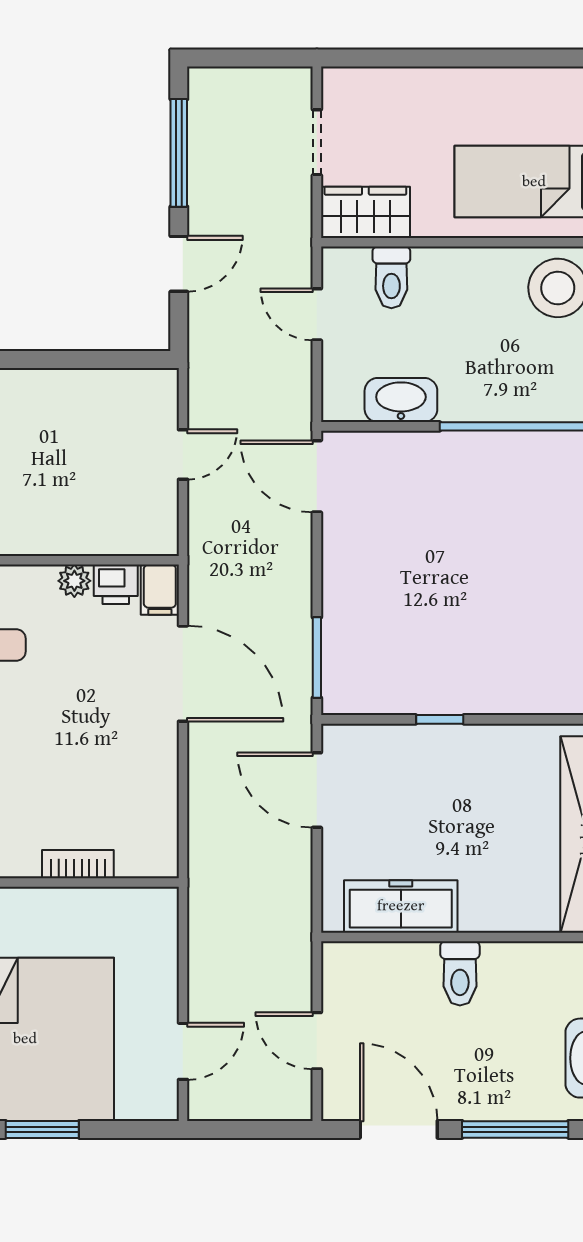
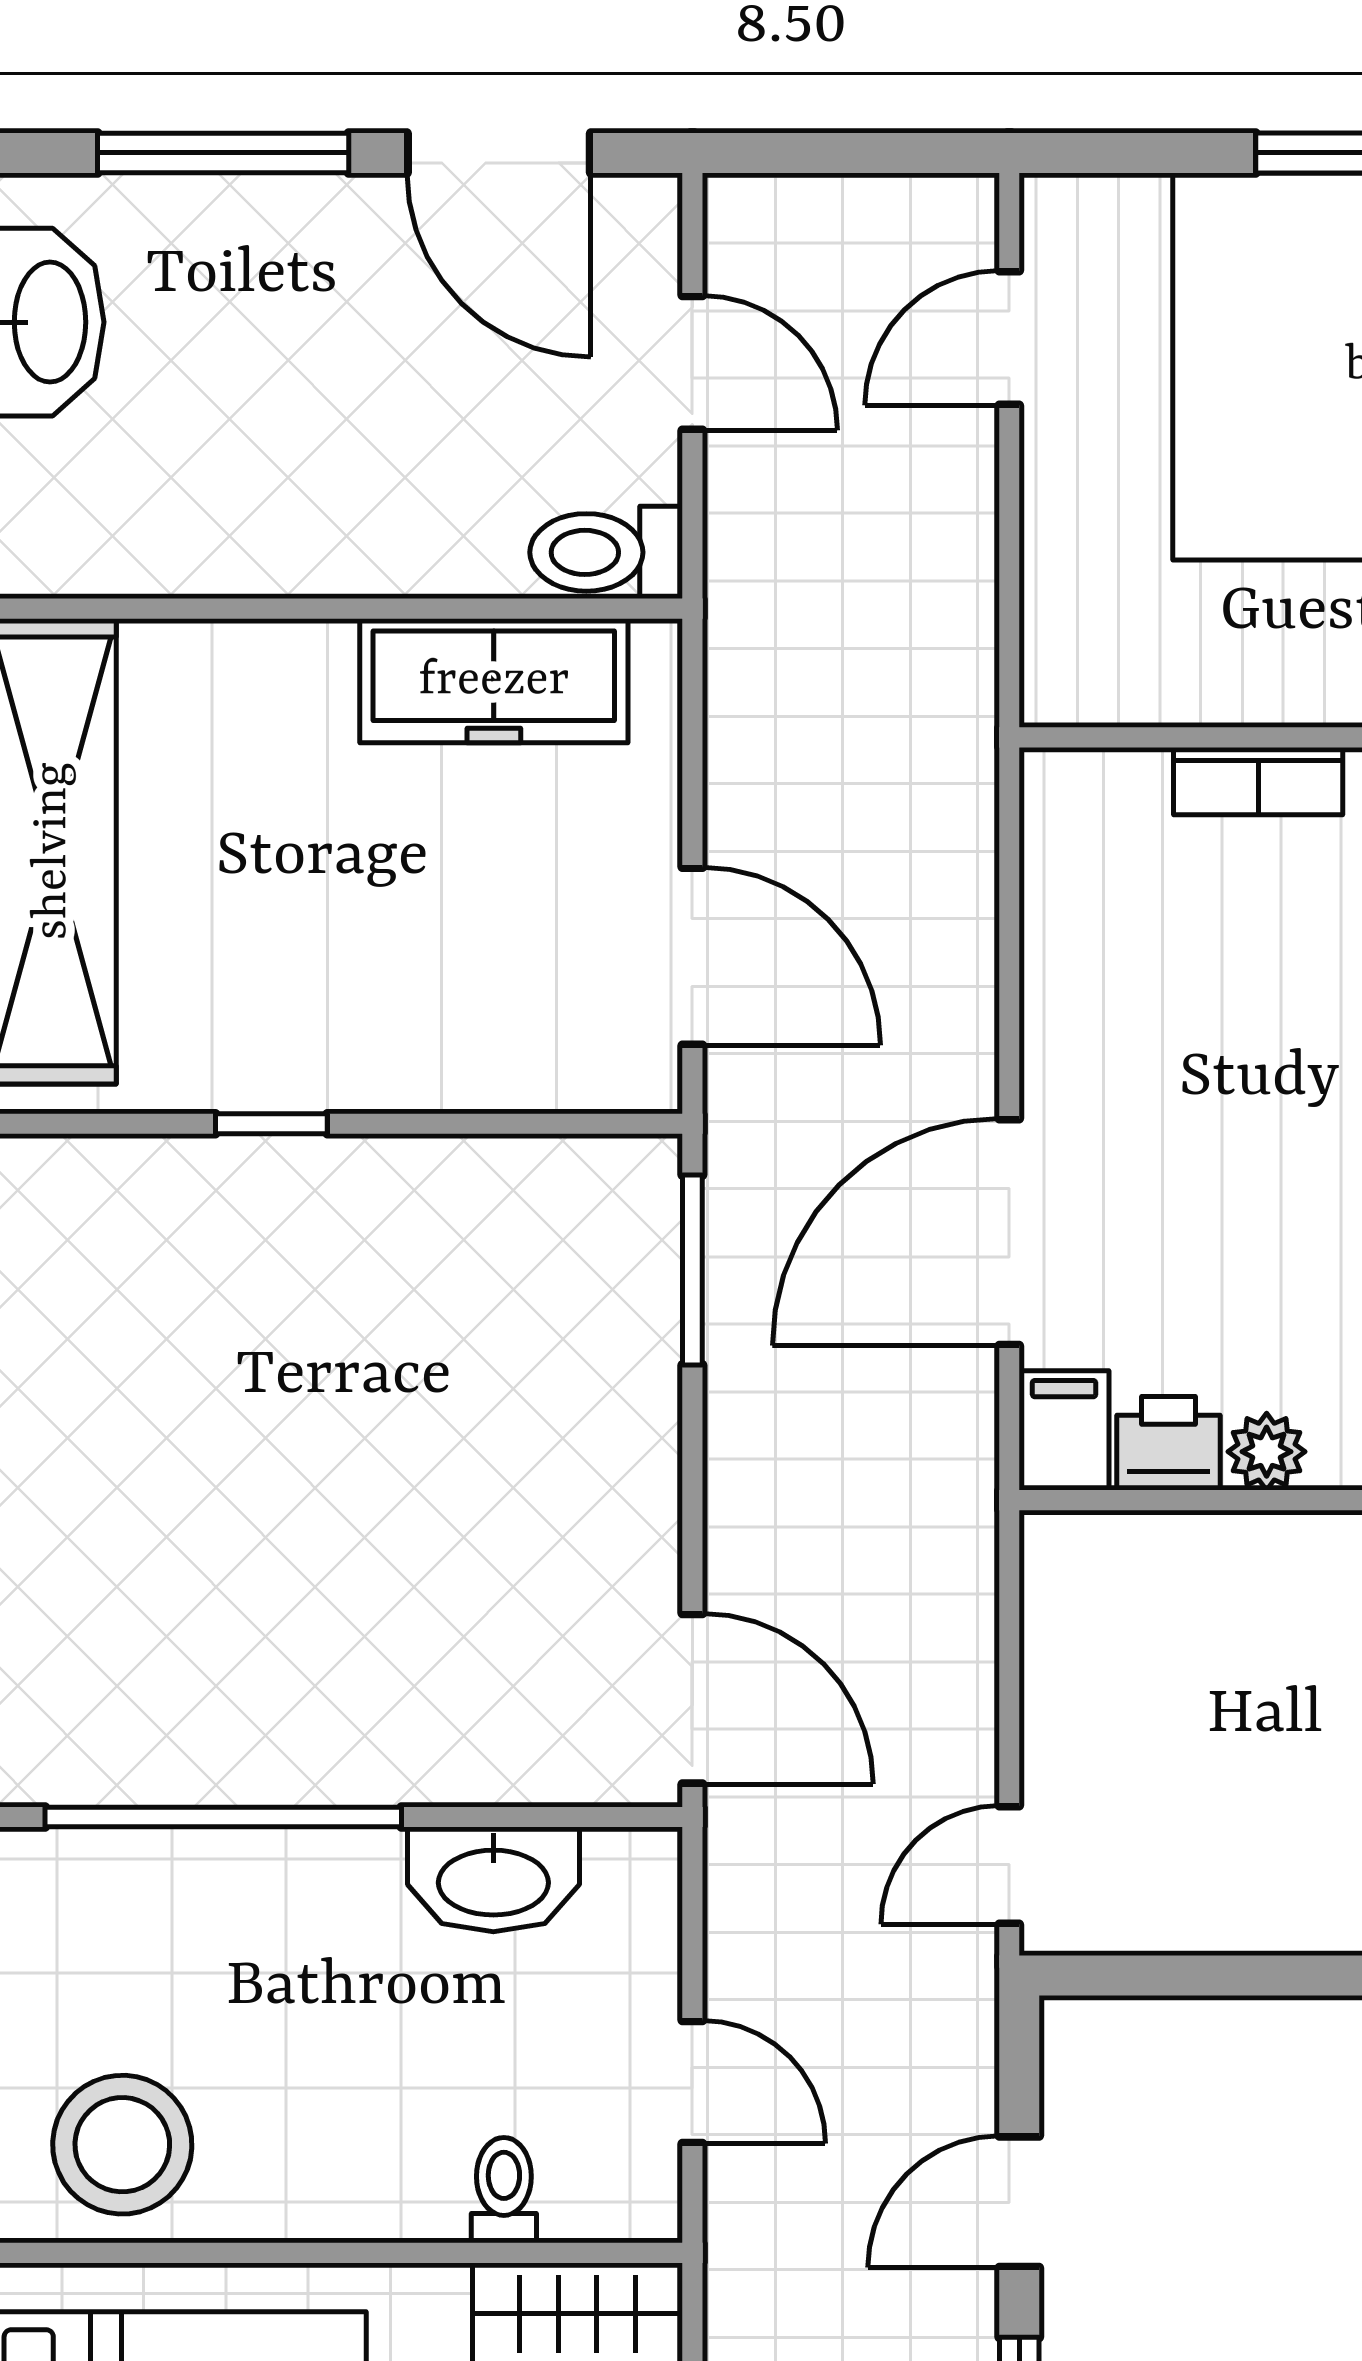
toilet: (391, 277) -> (504, 2190), width x0.73, depth x0.72
door: (183, 455) -> (1009, 1865), moved
door: (183, 674) -> (1009, 1232), hinge flipped
window: (440, 719) -> (271, 1124), moved
toilet: (460, 973) -> (606, 552), moved, turned -90

